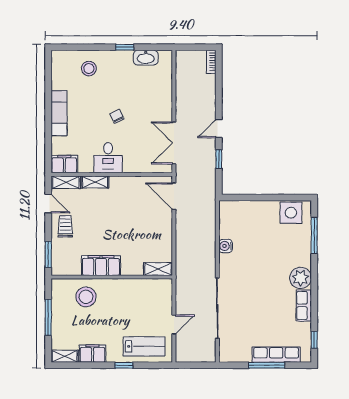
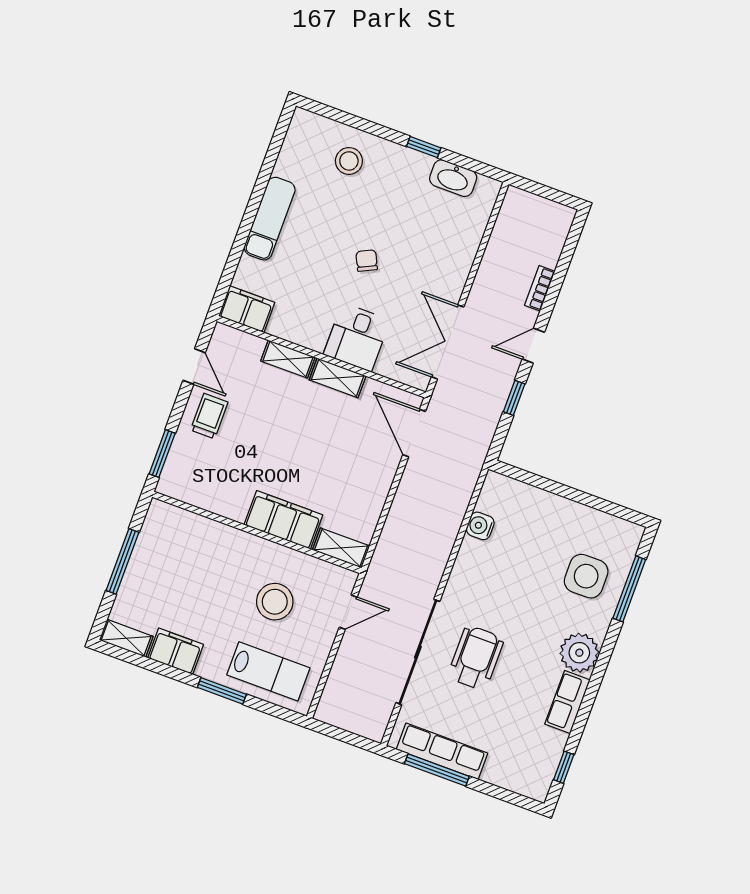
bookcase: (211, 62) -> (540, 288), moved
desk: (108, 158) -> (357, 337), moved
shelving: (66, 182) -> (338, 378), moved
side table: (291, 213) -> (586, 576), moved
water cooler: (226, 246) -> (480, 526), moved
filing cabinet: (101, 266) -> (283, 520), moved
stool: (86, 297) -> (275, 602), moved
wheelchair: (248, 300) -> (476, 658), added
door: (174, 325) -> (348, 612), moved
row of seats: (276, 355) -> (442, 751), moved
window: (124, 365) -> (222, 691), width x1.50
window: (267, 365) -> (437, 770), moved

